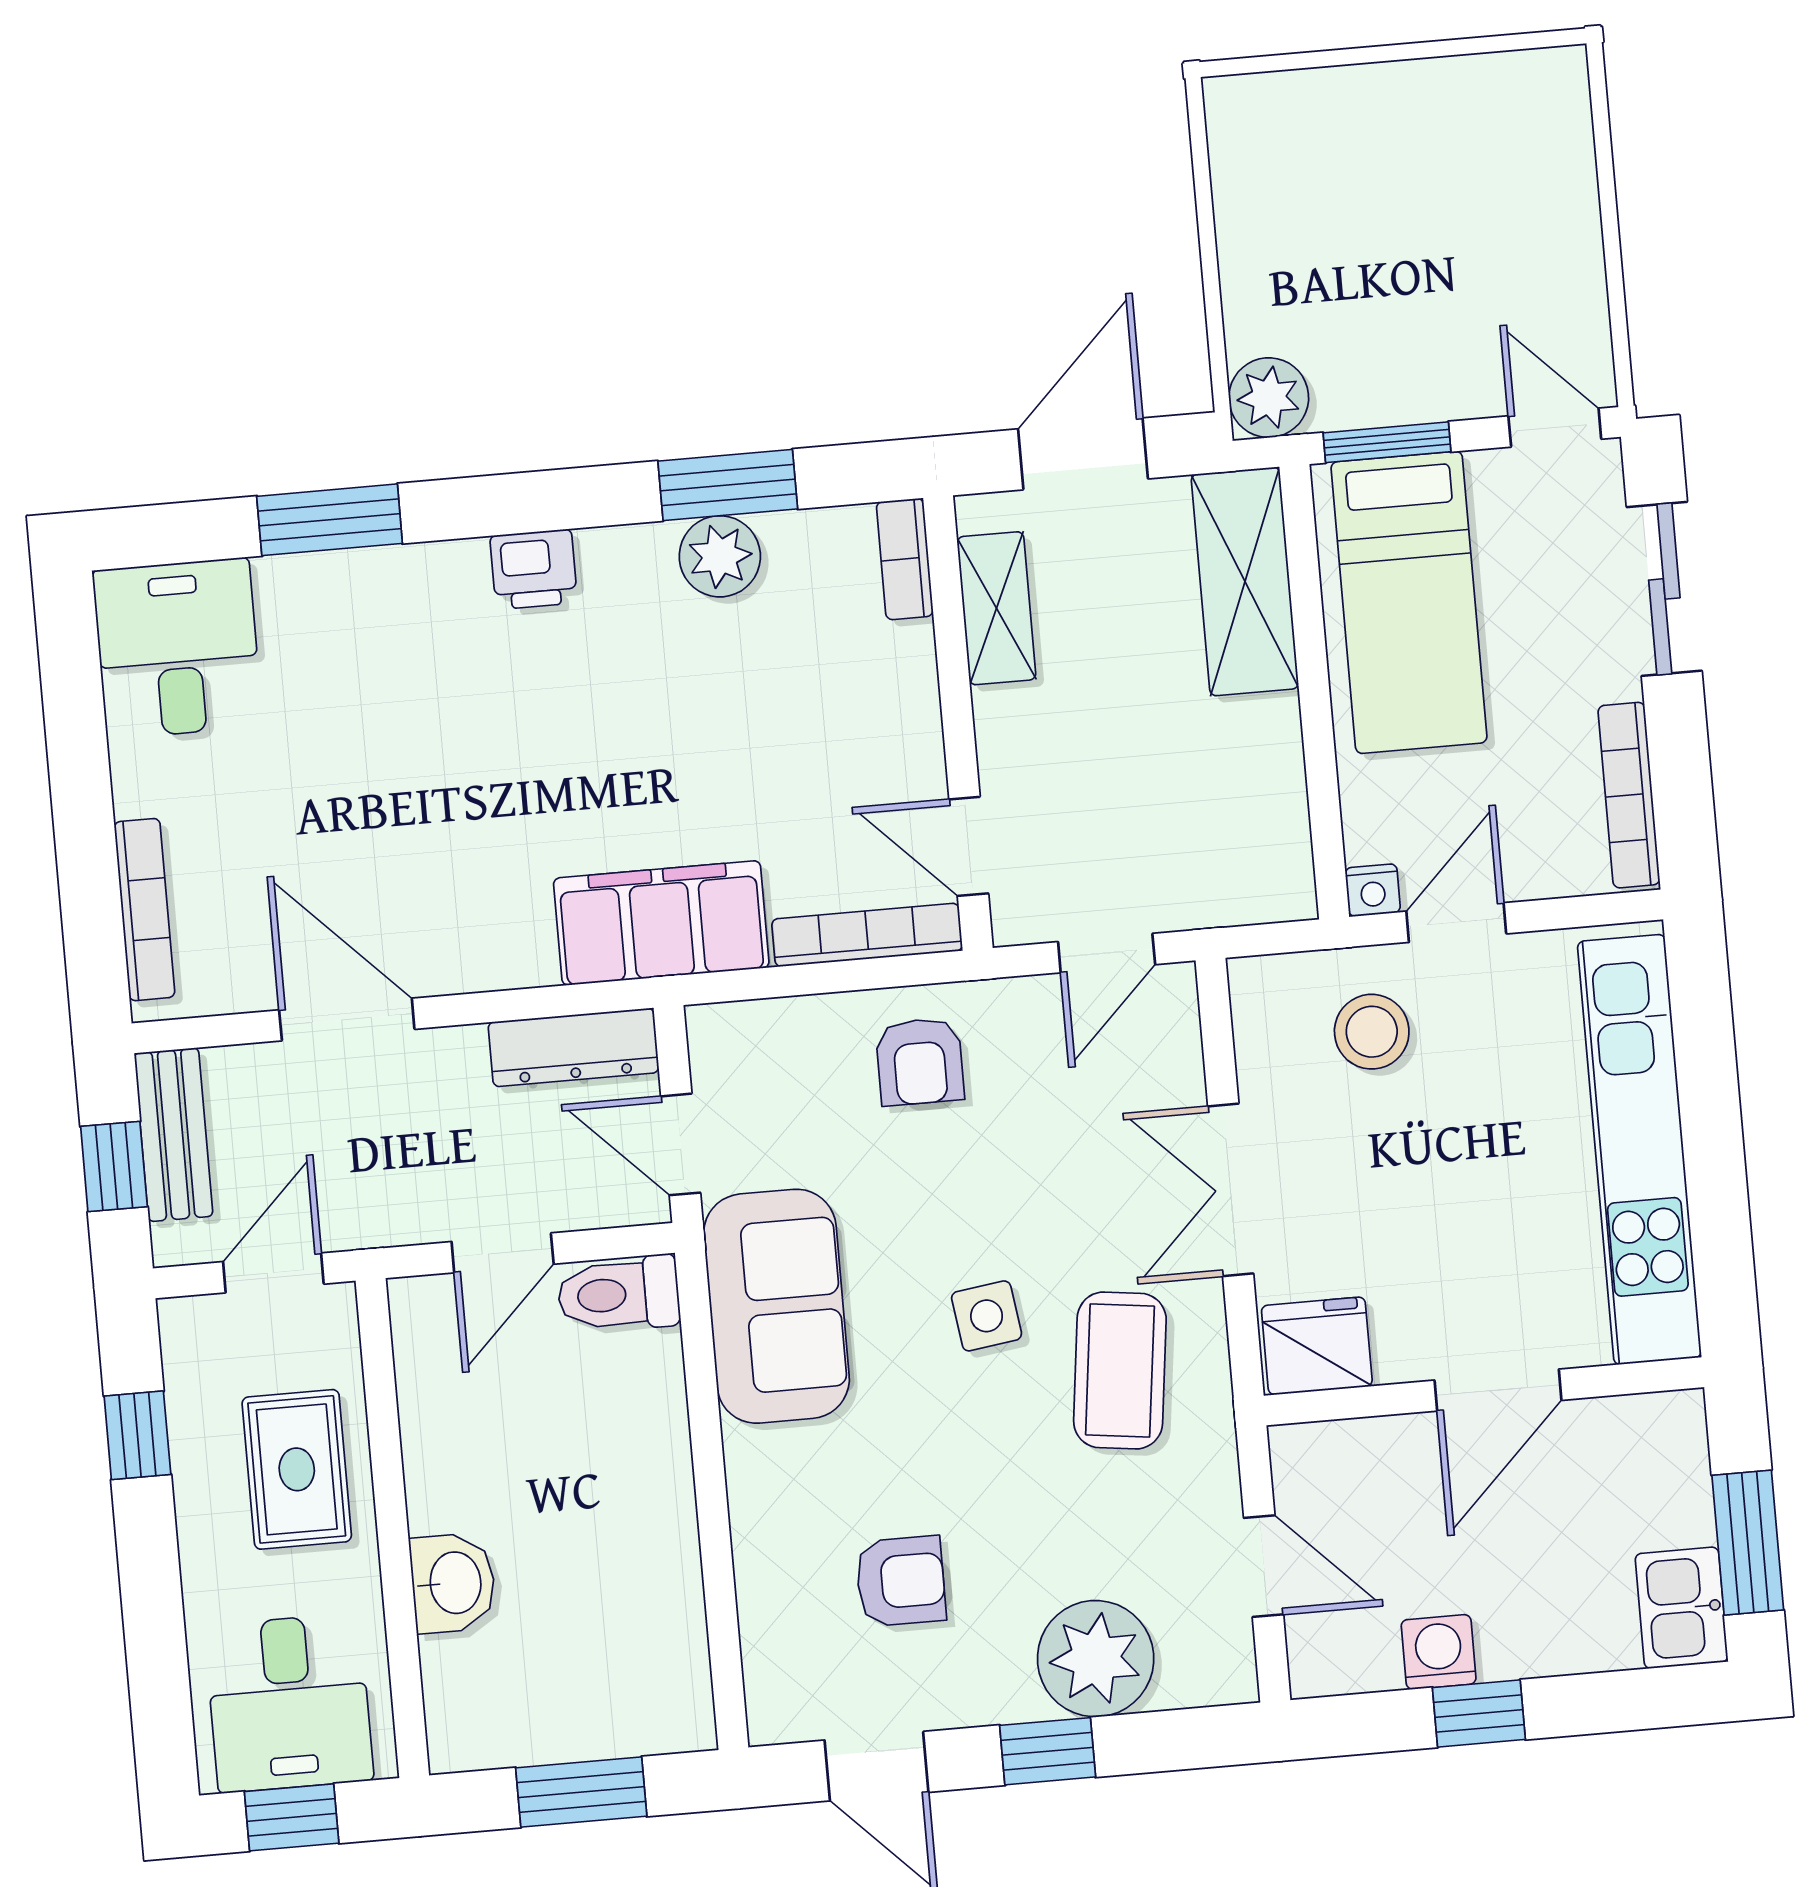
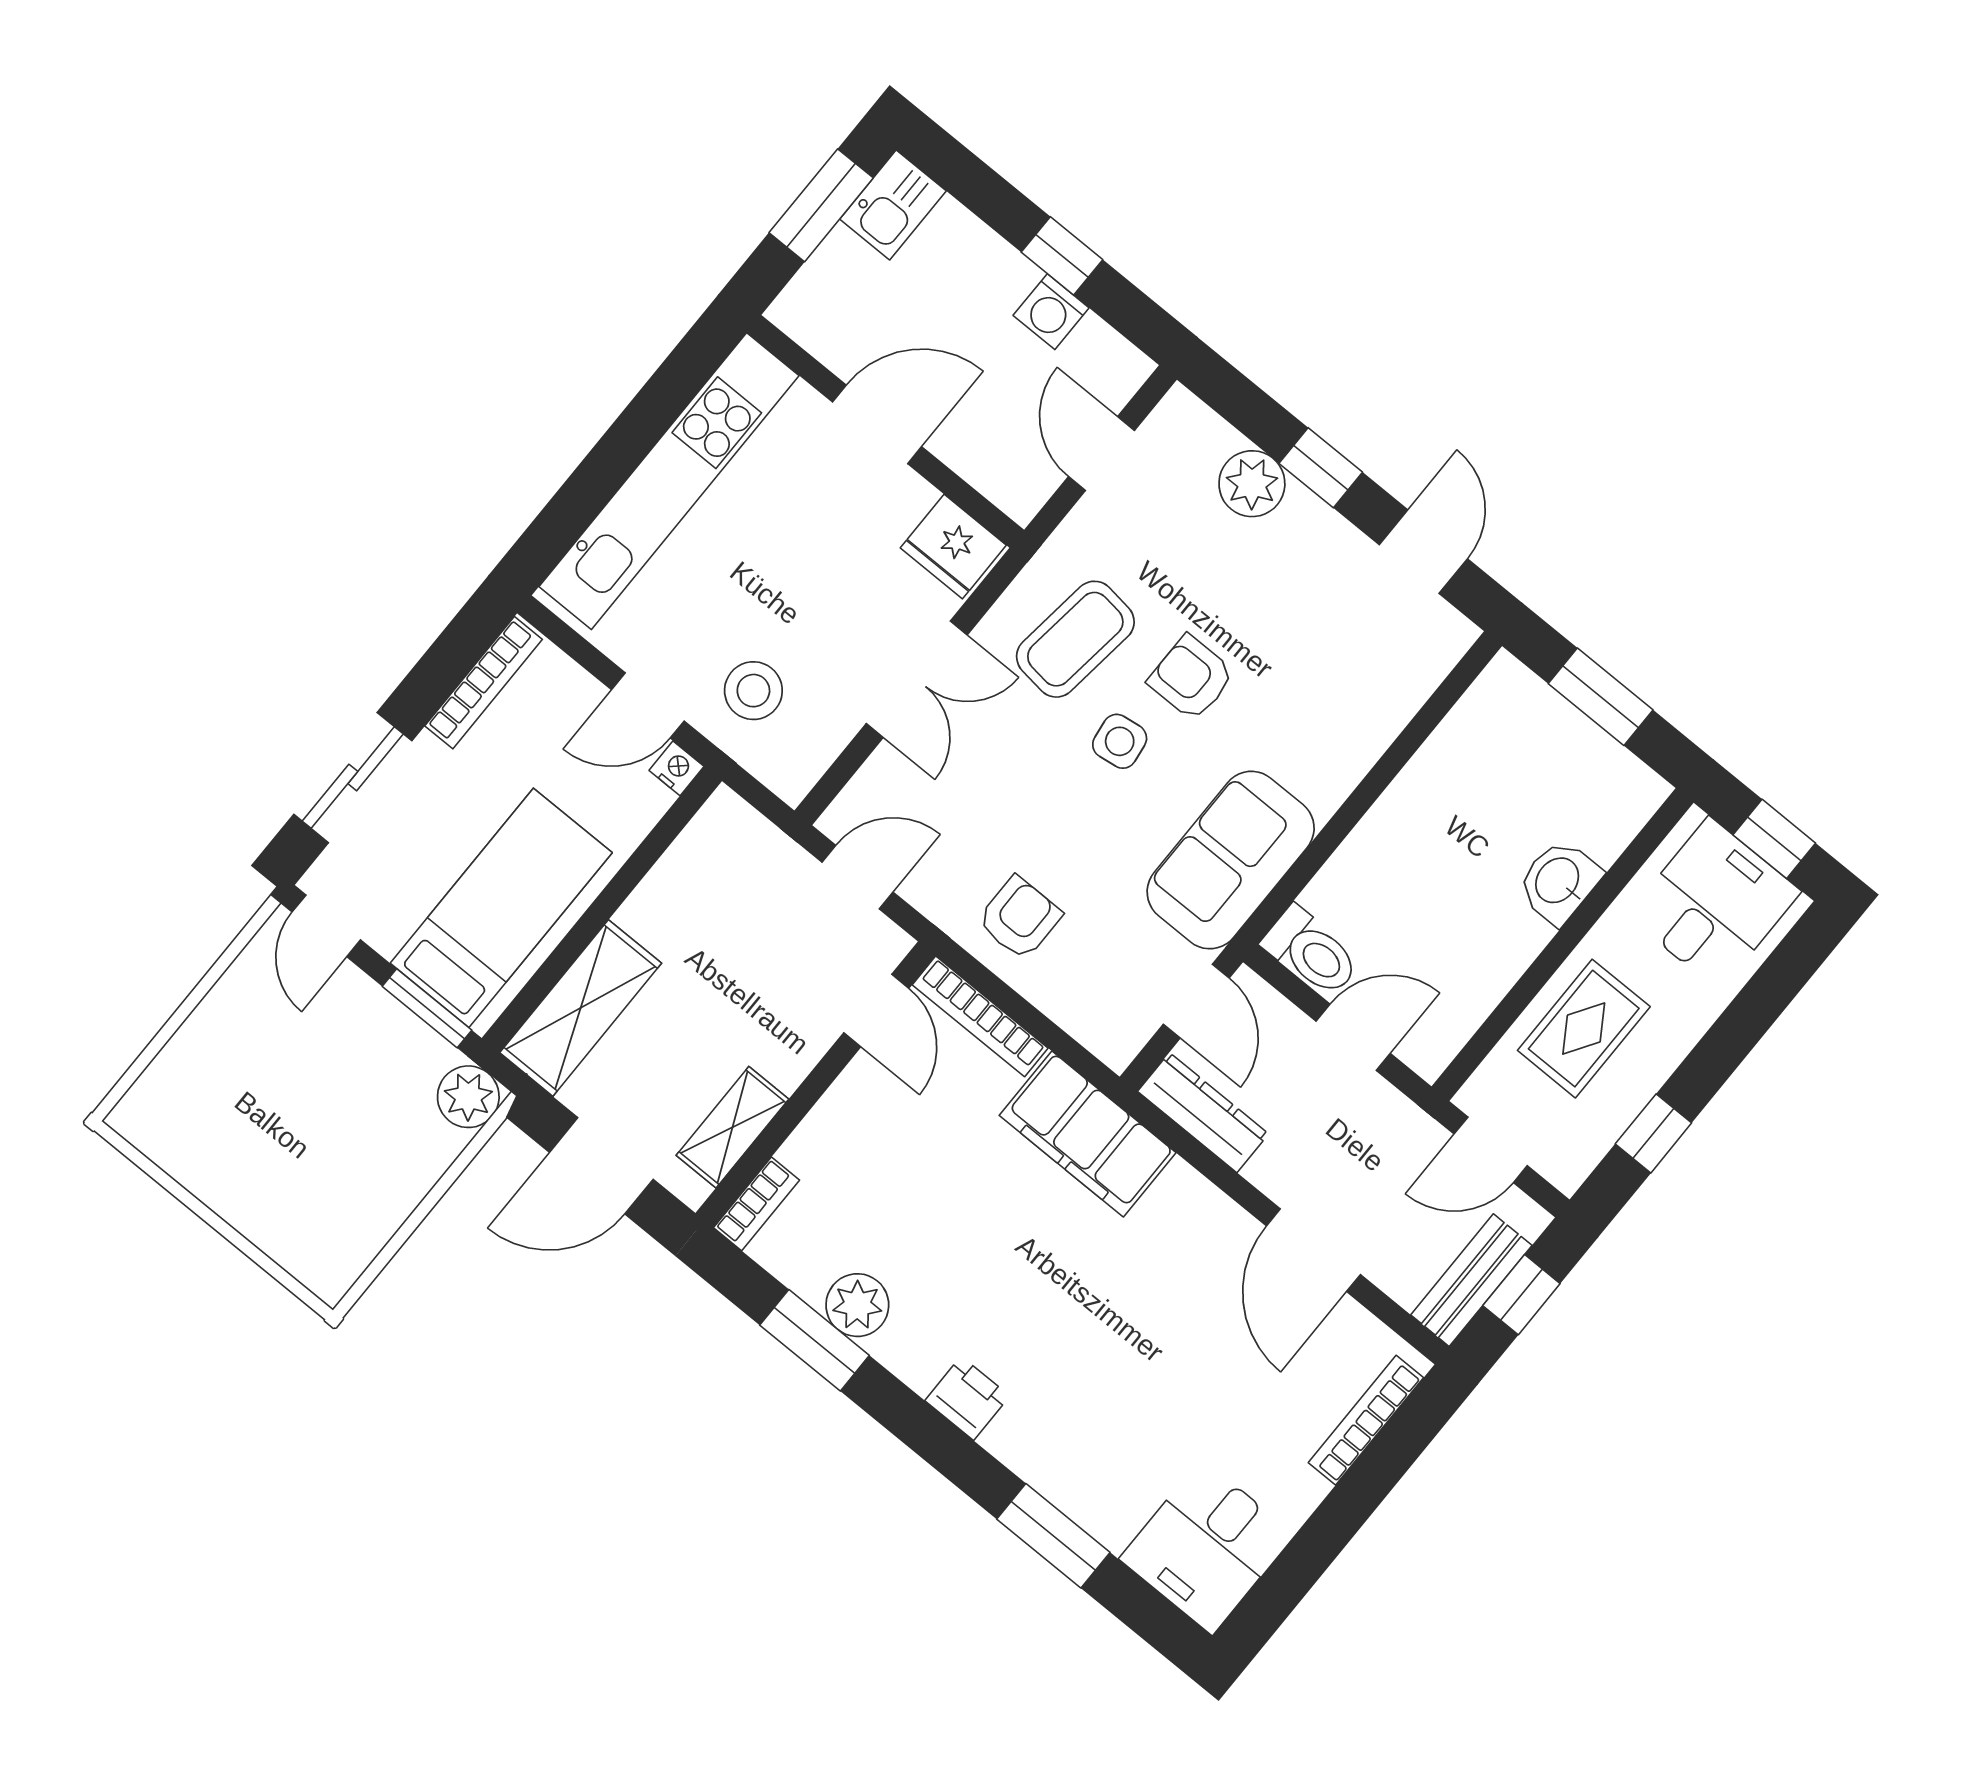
armchair: (901, 1581) -> (1191, 678), moved
plant: (1096, 1659) -> (1252, 484), width x0.73, depth x0.73

